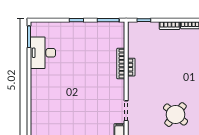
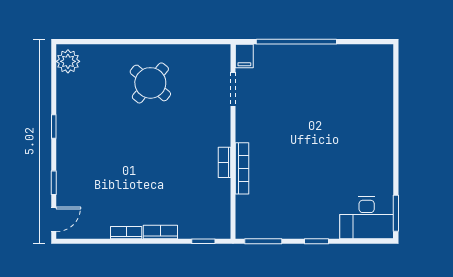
desk: (43, 53) -> (367, 218), moved, turned 90

